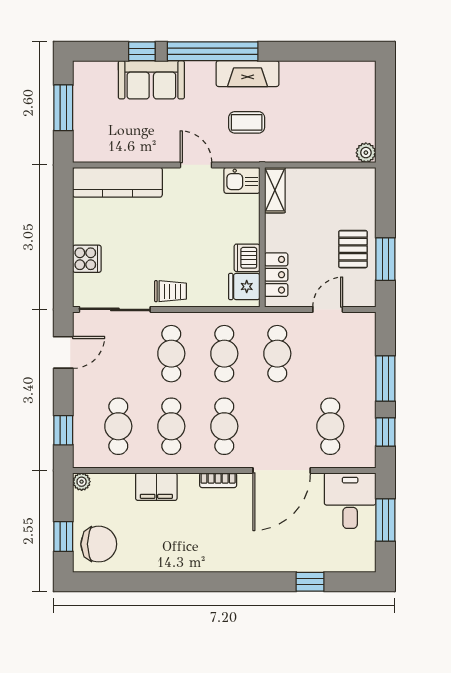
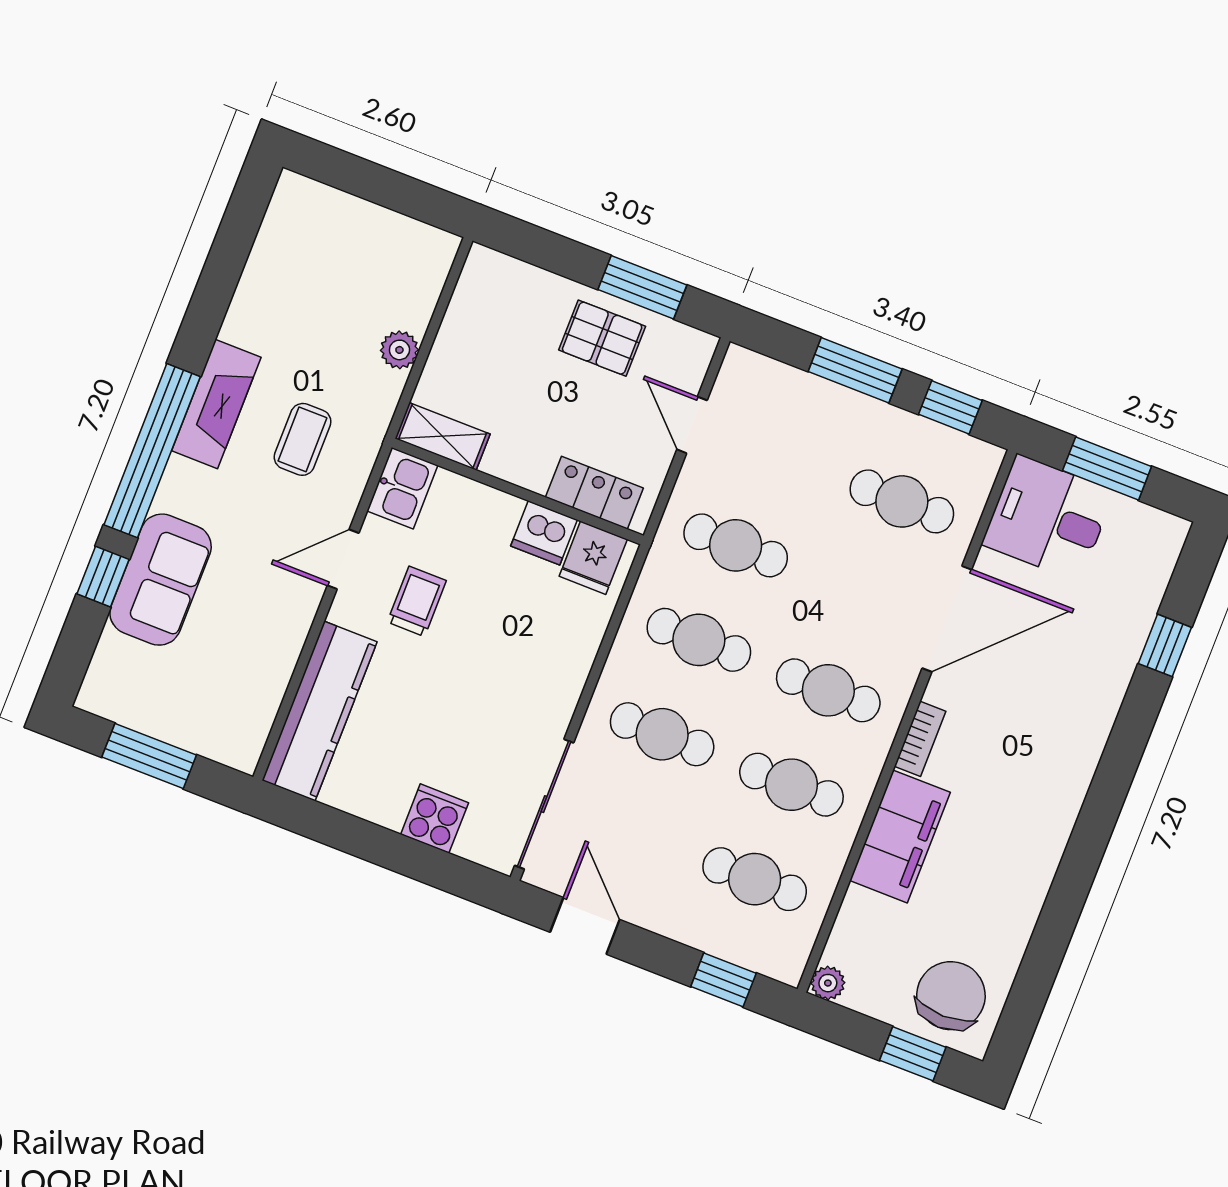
plant: (366, 153) -> (399, 350), moved
trolley: (170, 291) -> (417, 601), moved
door: (282, 470) -> (947, 619), hinge flipped
filing cabinet: (156, 487) -> (900, 836), width x1.50, depth x1.17

